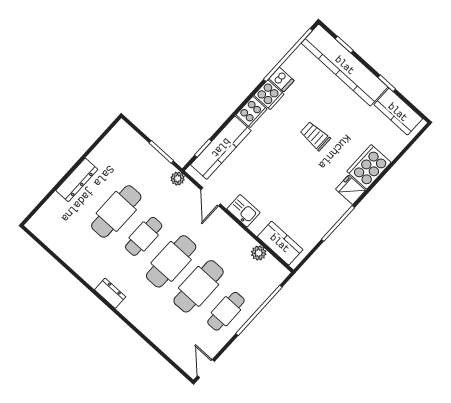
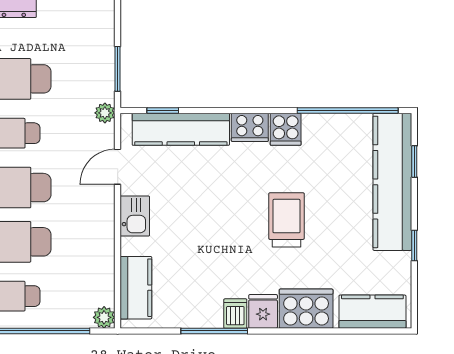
dishwasher: (282, 80) -> (235, 314), moved, turned 180
kitchen counter: (398, 112) -> (372, 312), moved, turned 90
trolley: (315, 136) -> (286, 220), width x1.36, depth x1.39
plant: (259, 253) -> (104, 317), moved

